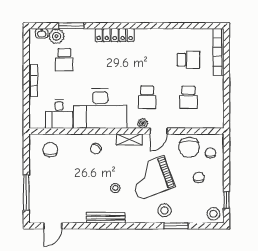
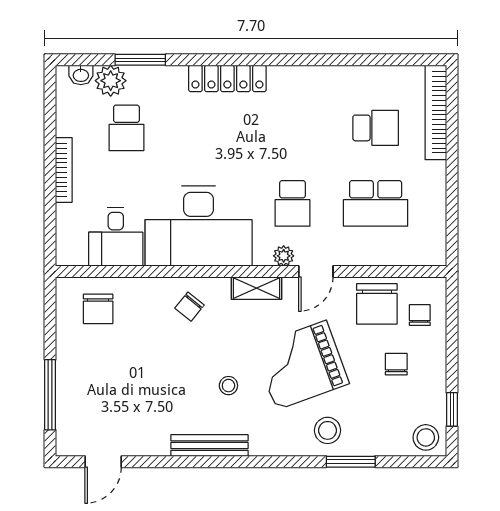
school desk: (188, 97) -> (376, 203), width x1.85
chair: (50, 150) -> (98, 309), turned 180

